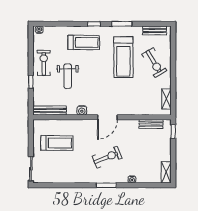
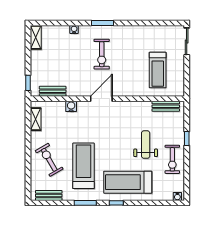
treadmill: (84, 42) -> (128, 182), width x1.37, depth x1.37
water cooler: (82, 110) -> (71, 106), moved
bench: (50, 111) -> (166, 106), width x0.73
treadmill: (57, 143) -> (158, 70), turned -90
exercise bike: (107, 157) -> (102, 54), turned -68

